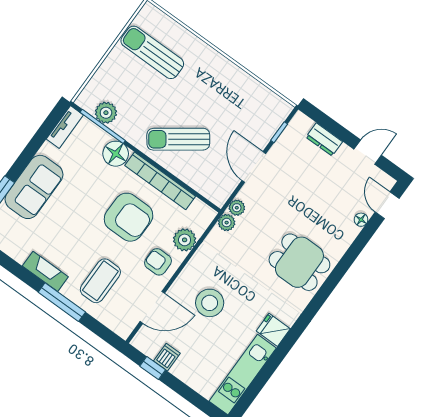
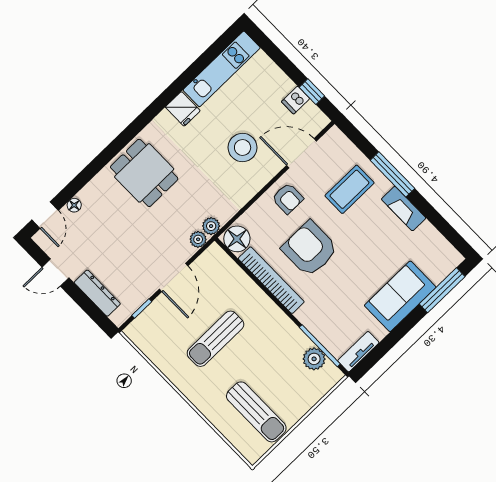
sun lounger: (178, 139) -> (215, 339), moved, turned 126
dresser: (324, 139) -> (97, 293), width x1.44
floor lamp: (116, 154) -> (237, 239), moved
plant: (185, 240) -> (257, 216), removed

